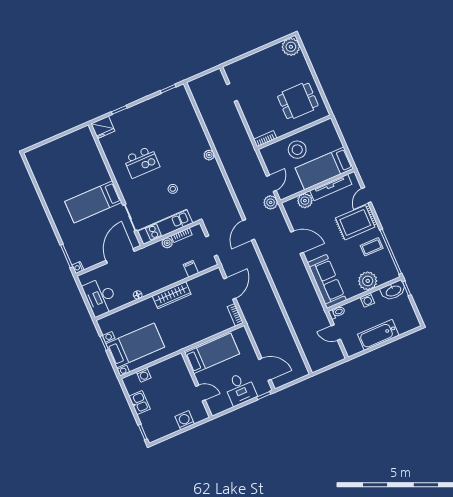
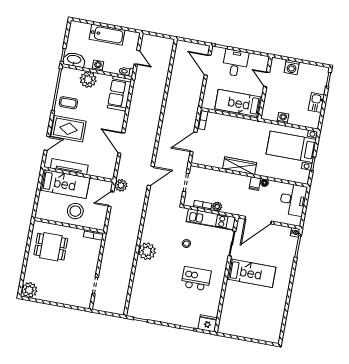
plant: (209, 155) -> (147, 251), width x1.87, depth x1.87
plant: (305, 201) -> (95, 170), removed
filing cabinet: (191, 269) -> (255, 184), moved
sofa: (327, 281) -> (120, 94), width x0.73
washing machine: (144, 375) -> (283, 118), moved

